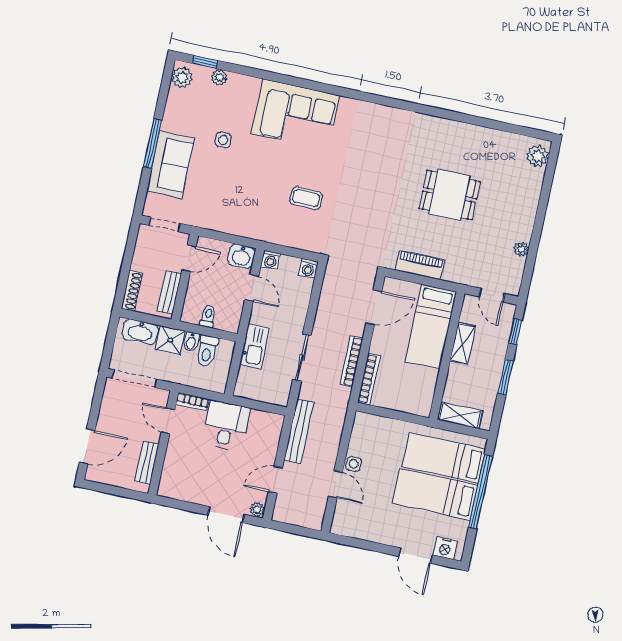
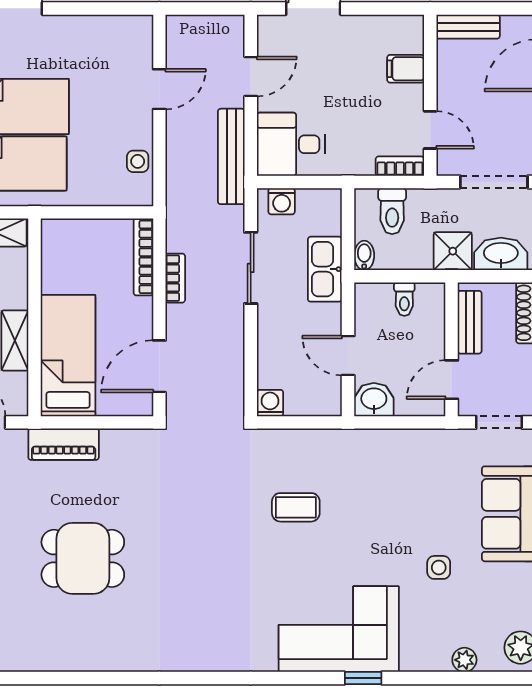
window: (205, 62) -> (363, 678), moved
washing machine: (271, 260) -> (282, 201), moved, turned 180
piano: (420, 265) -> (64, 444), moved
bidet: (191, 342) -> (364, 255), moved
toilet: (207, 351) -> (392, 211), moved, turned 180
bookcase: (352, 361) -> (175, 278), width x0.64
desk: (226, 425) -> (291, 144), moved, turned 90
bench: (147, 463) -> (468, 27), moved, turned 90
filing cabinet: (175, 463) -> (406, 69), added
side table: (354, 464) -> (138, 161), moved
door: (336, 484) -> (159, 89), swing flipped
plant: (257, 510) -> (268, 26), removed

